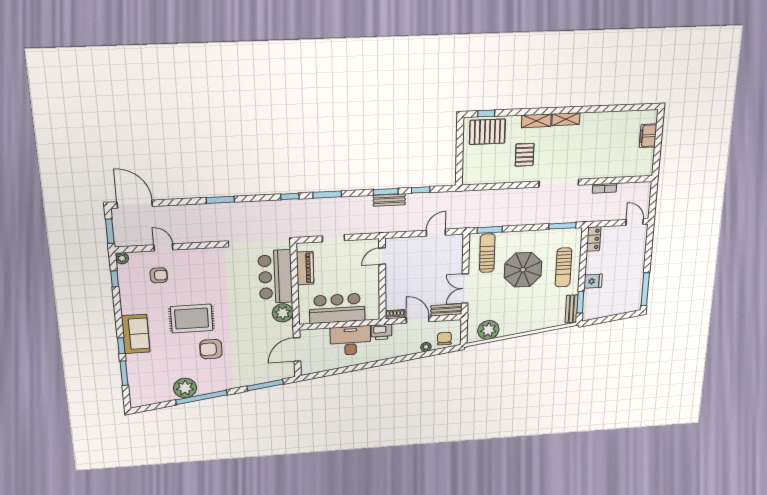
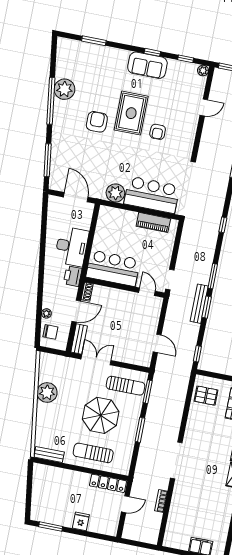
pallet: (525, 155) -> (206, 396), moved
window: (421, 190) -> (197, 354), moved
window: (327, 195) -> (213, 276), moved
bench: (389, 200) -> (199, 304), width x1.36
door: (635, 222) -> (125, 504), moved
window: (562, 226) -> (140, 430), moved
doorway: (333, 238) -> (170, 280), moved
locker: (594, 239) -> (108, 483), width x1.53
armchair: (159, 275) -> (158, 132), moved
fridge: (593, 281) -> (81, 521), moved, turned 180
window: (645, 289) -> (51, 527), width x0.69
window: (580, 302) -> (54, 464), removed
bar counter: (337, 308) -> (113, 268), moved, turned -90
plant: (488, 330) -> (47, 393), moved
sofa: (136, 334) -> (147, 65), moved
window: (121, 346) -> (152, 52), moved

